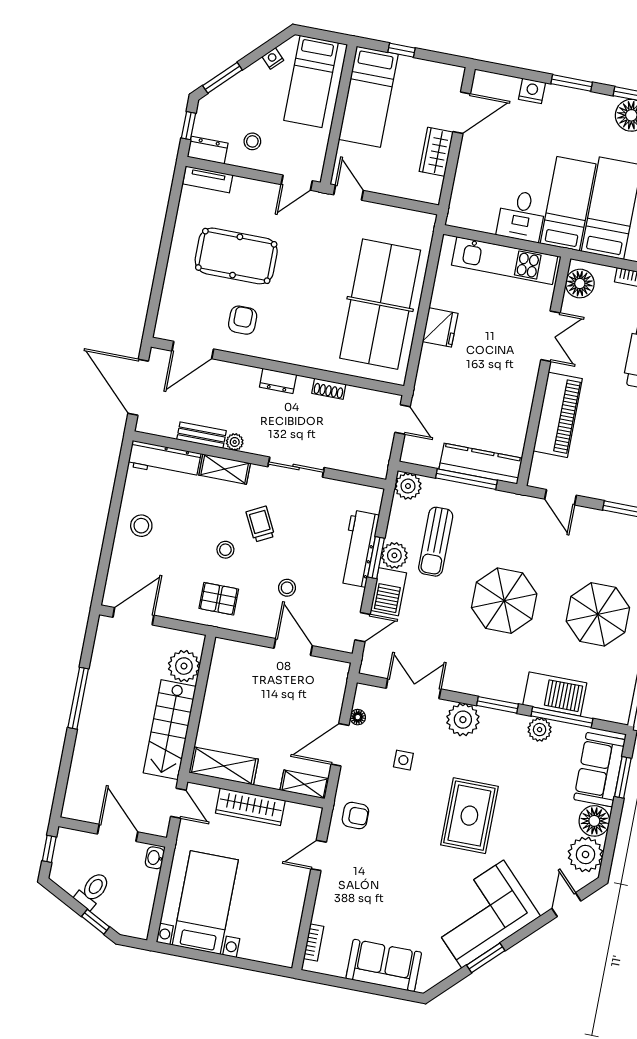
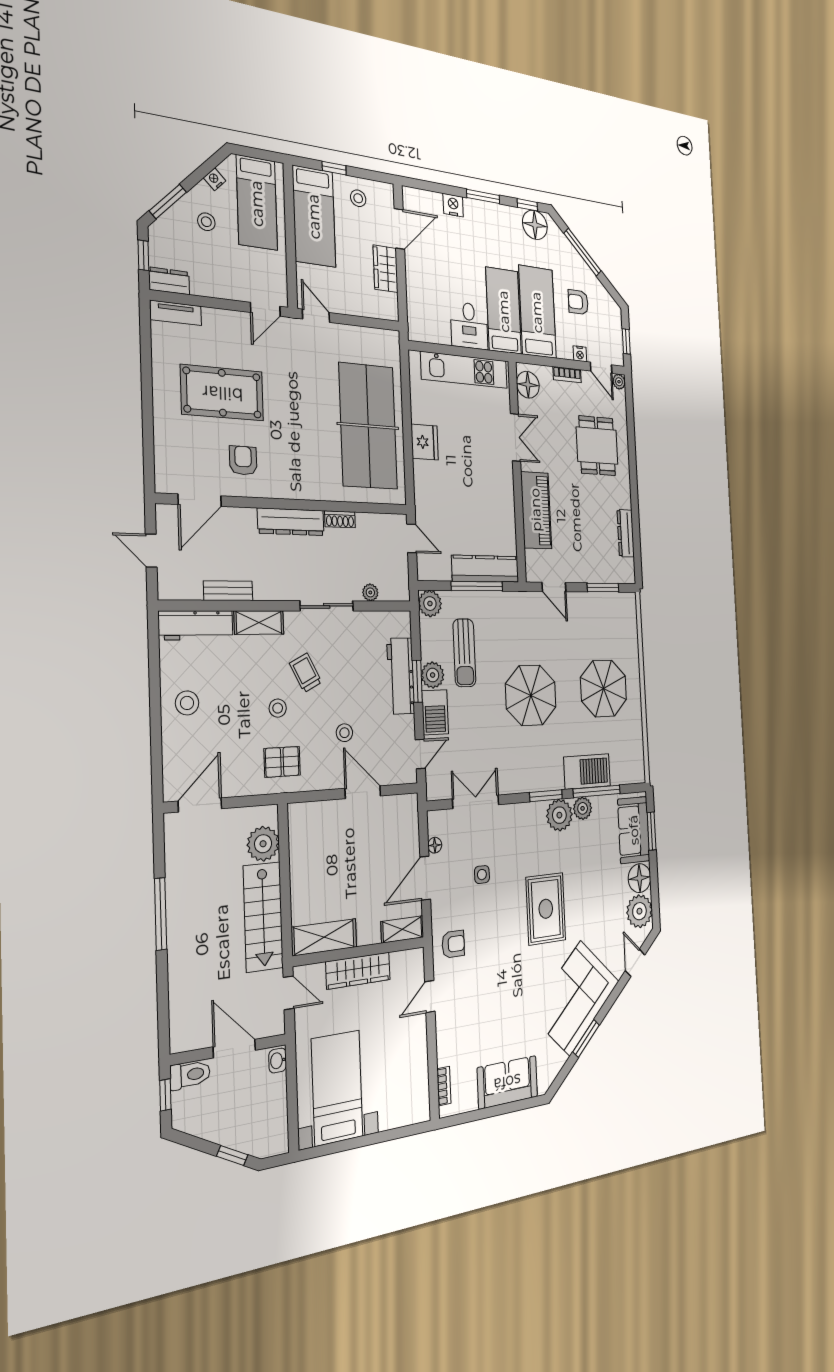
stool: (422, 81) -> (358, 198), added
stool: (252, 141) -> (206, 222), moved
dresser: (278, 381) -> (291, 522), width x1.96, depth x1.24
door: (138, 387) -> (151, 551), width x0.53
plant: (235, 442) -> (370, 592), moved
plant: (463, 720) -> (559, 815), moved
toilet: (93, 890) -> (190, 1075), moved, turned 62

